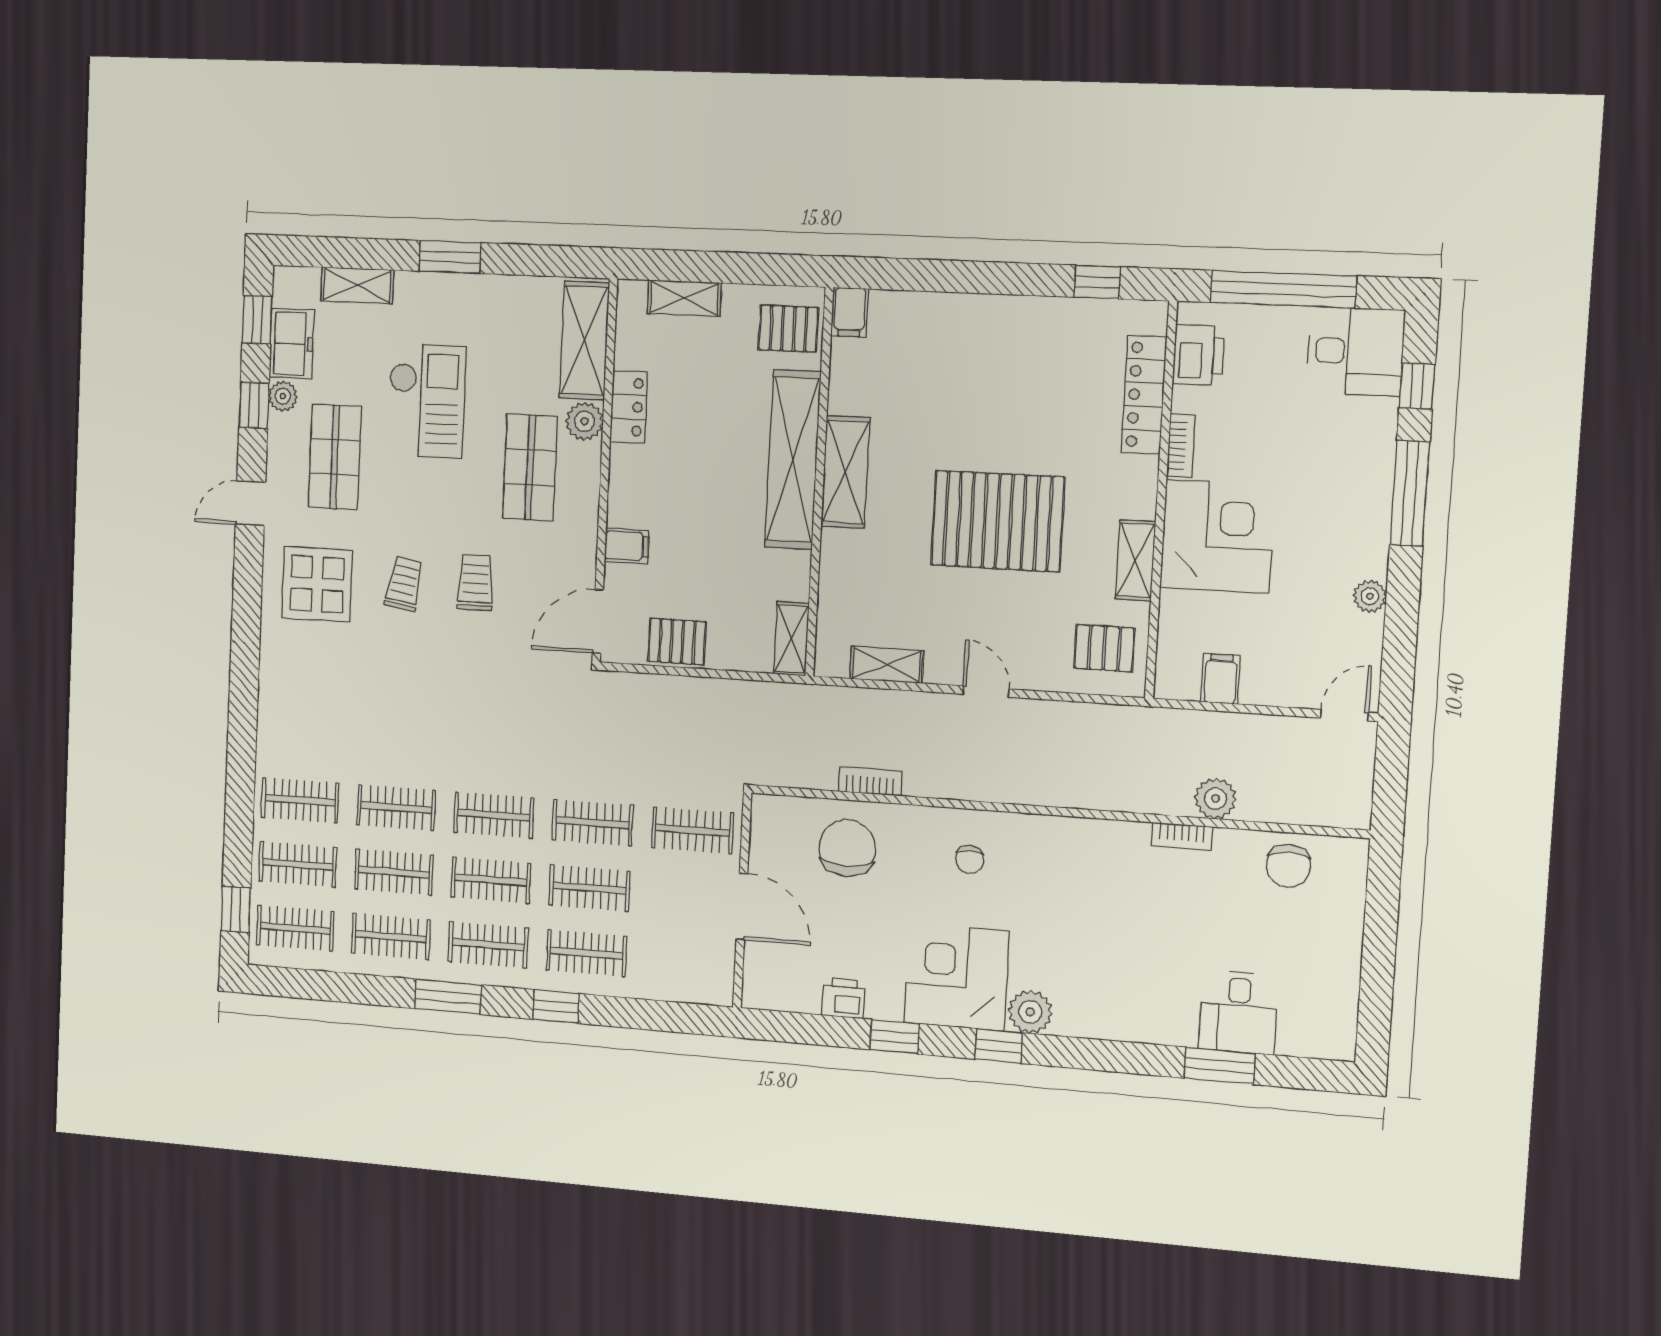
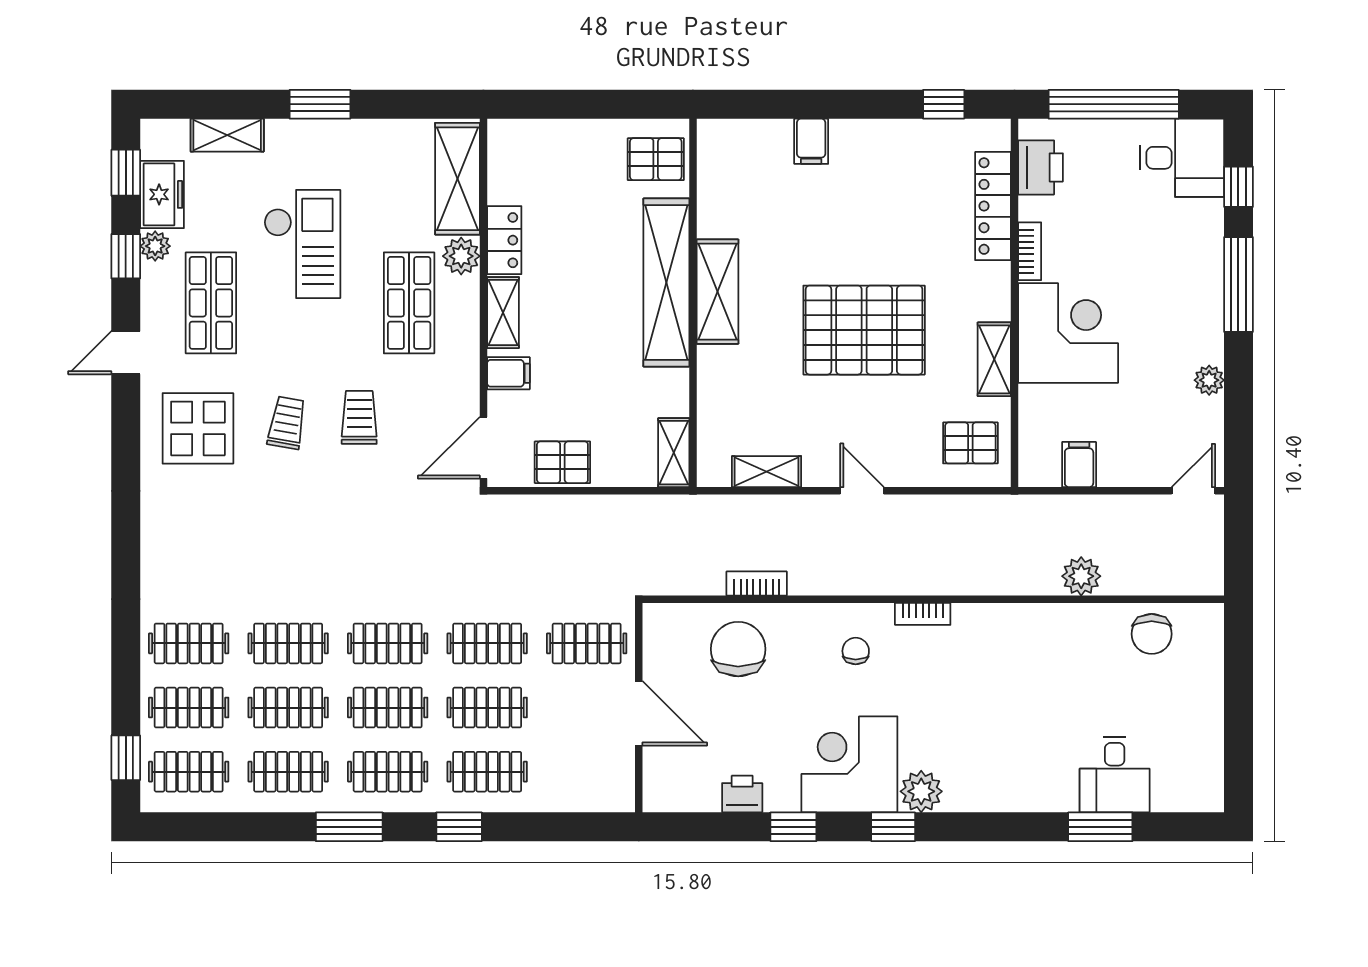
shelving: (684, 298) -> (503, 313), moved, turned 90
filing cabinet: (850, 312) -> (811, 141), moved
bookcase: (1182, 836) -> (923, 614), moved
chair: (970, 860) -> (856, 651), turned 180

